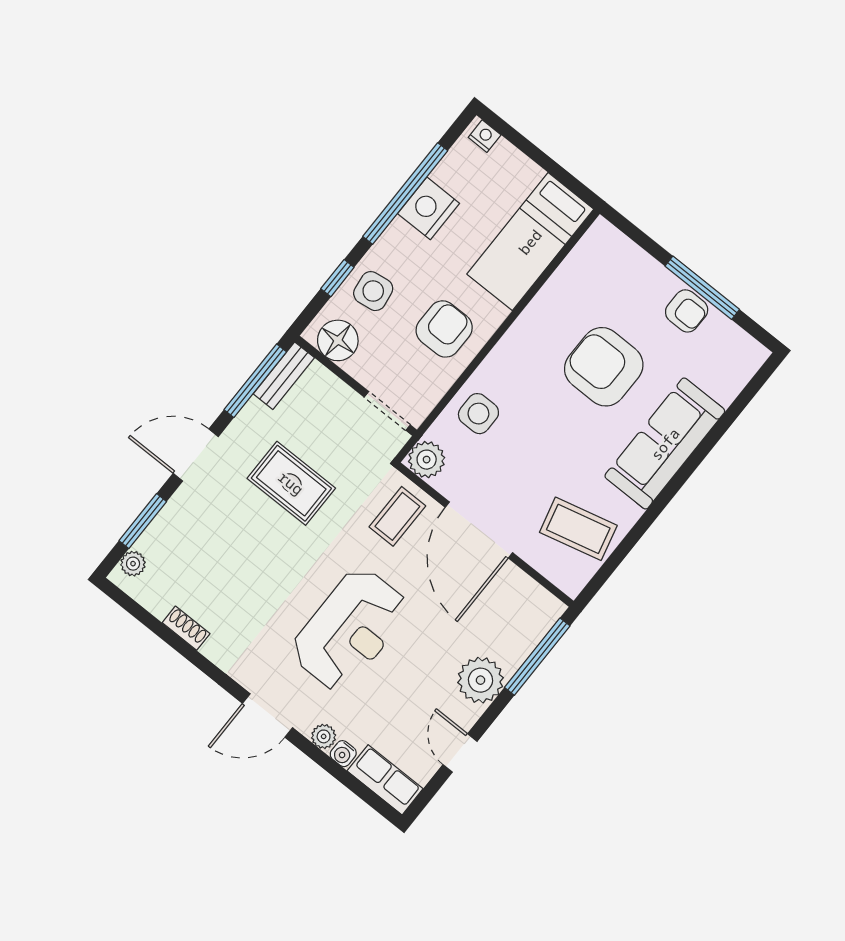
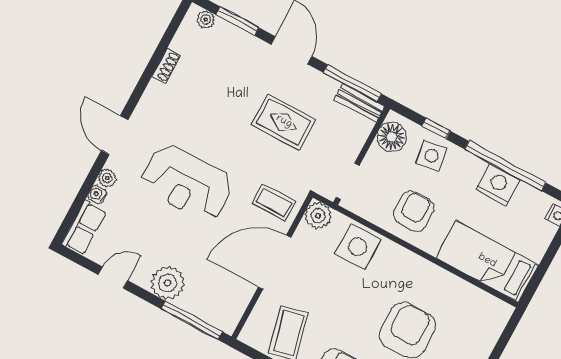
armchair: (444, 329) -> (414, 211), turned -90
side table: (478, 414) -> (358, 247), width x1.37, depth x1.37
rug: (291, 483) -> (284, 122), turned 90

